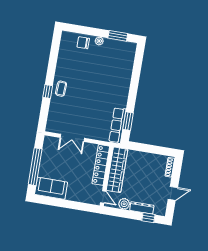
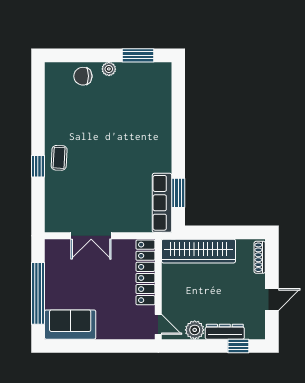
wardrobe: (117, 170) -> (199, 251), moved, turned 90

